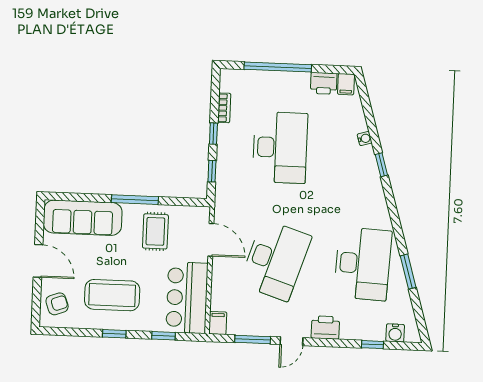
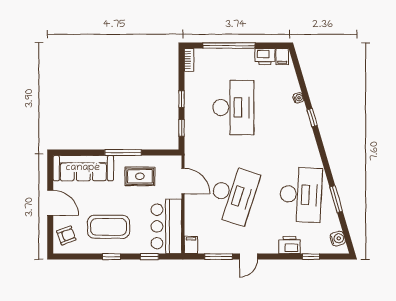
bookcase: (224, 108) -> (189, 60), moved
rug: (155, 231) -> (140, 176), turned 90
printer: (325, 327) -> (289, 245), moved
water cooler: (395, 333) -> (338, 239), moved, turned -106

